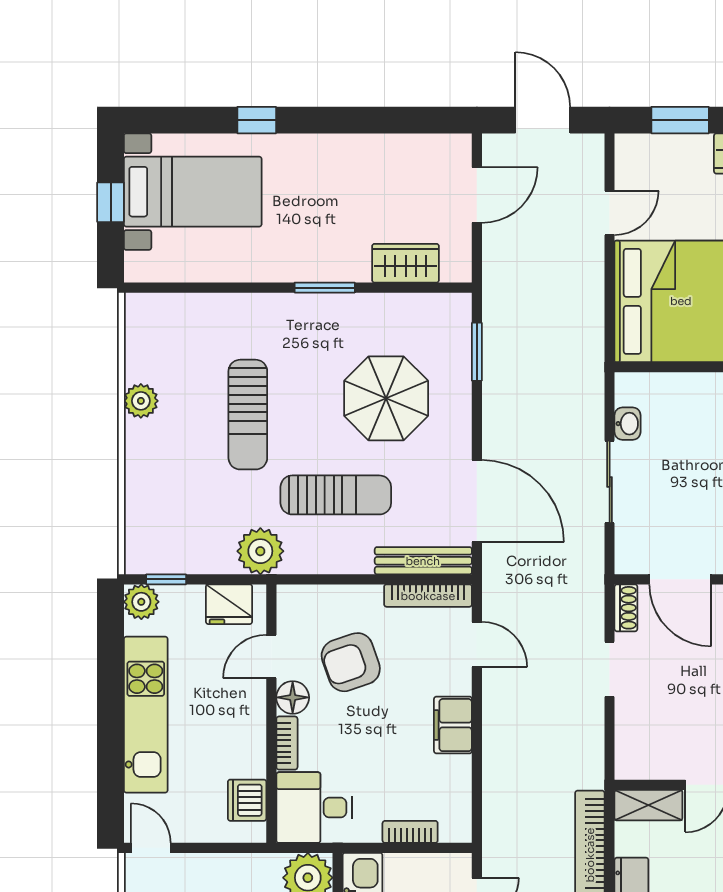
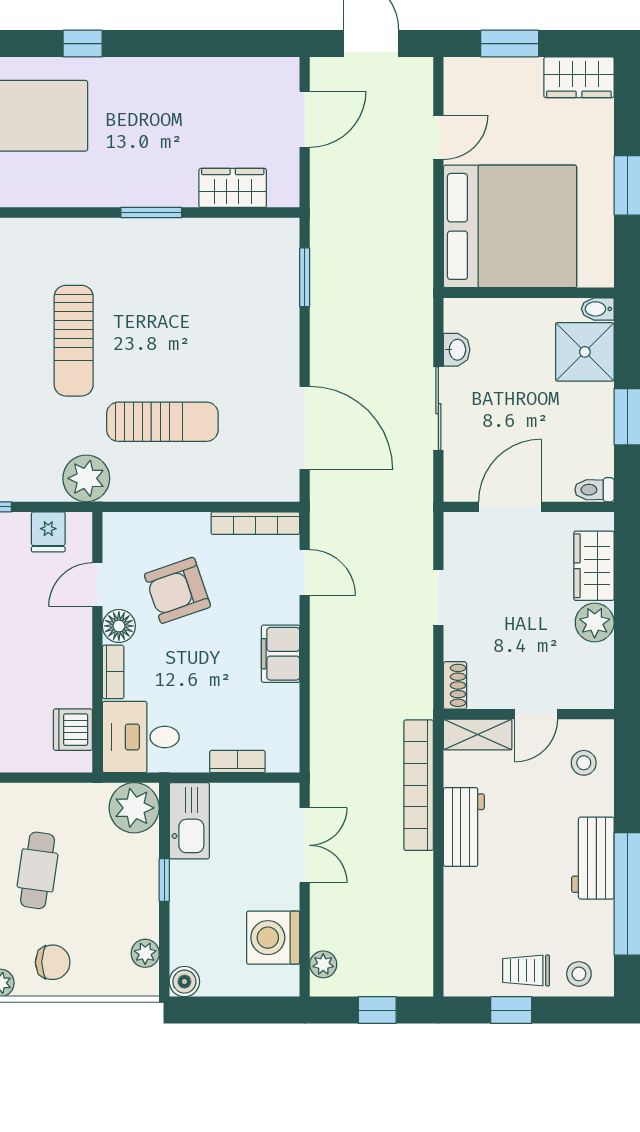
parasol: (386, 398) -> (213, 324), removed
bench: (423, 561) -> (251, 488), removed
door: (680, 579) -> (510, 507), swing flipped
fridge: (229, 604) -> (48, 532), width x0.72
shoe rack: (626, 608) -> (455, 685), moved

